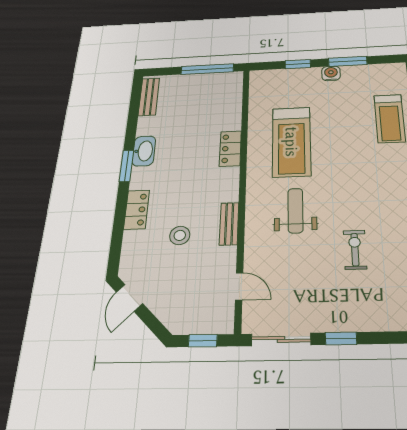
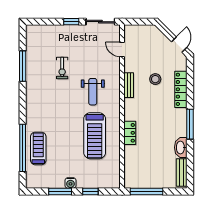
treadmill: (291, 142) -> (95, 136), turned 180
washbasin: (144, 151) -> (181, 147), moved
window: (126, 166) -> (190, 124), width x1.44
locker: (137, 210) -> (181, 89), width x1.53
window: (203, 341) -> (139, 22), removed

